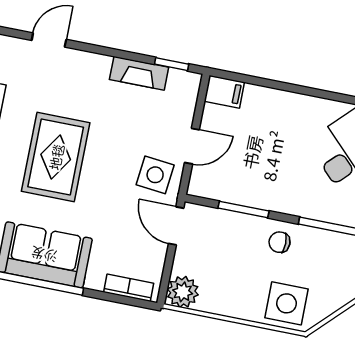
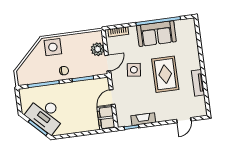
filing cabinet: (224, 92) -> (106, 118), width x2.00
side table: (155, 175) -> (134, 70), moved
door: (176, 226) -> (108, 63), hinge flipped
plant: (183, 292) -> (98, 49), moved

